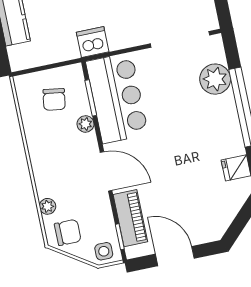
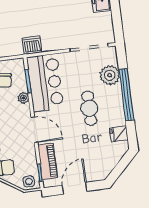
cafe table: (188, 132) -> (89, 108), added
door: (175, 256) -> (75, 188), hinge flipped

